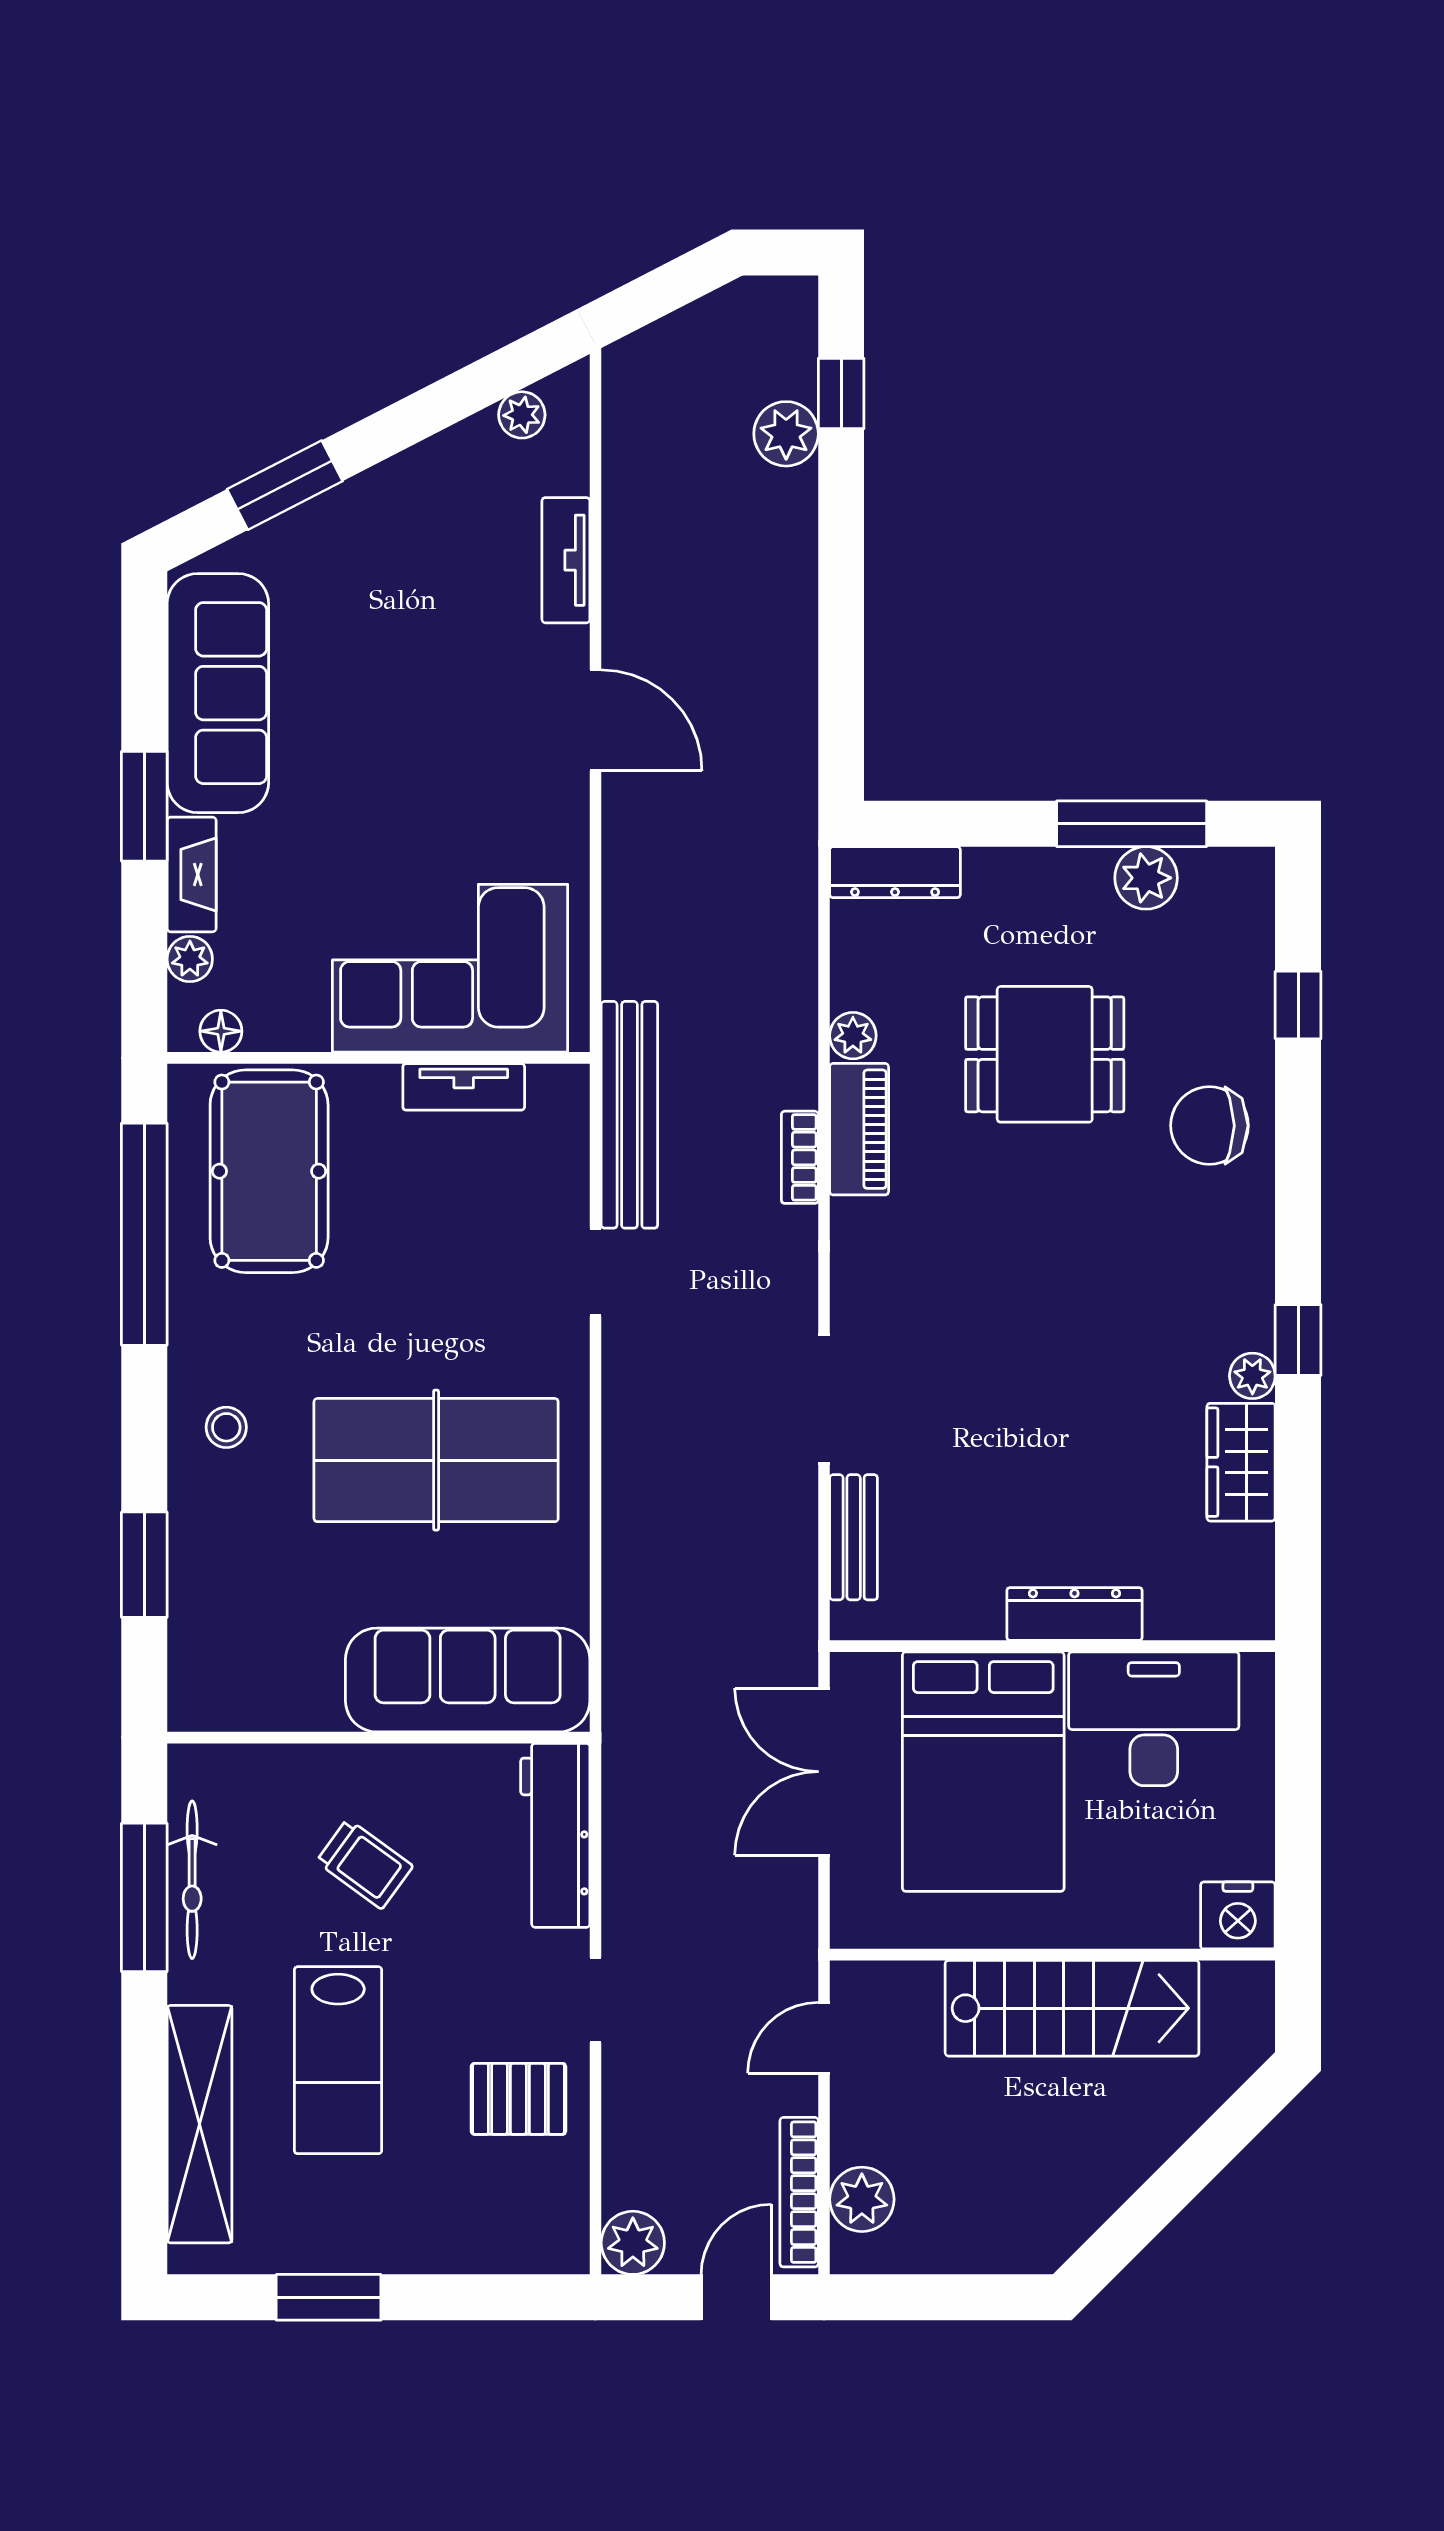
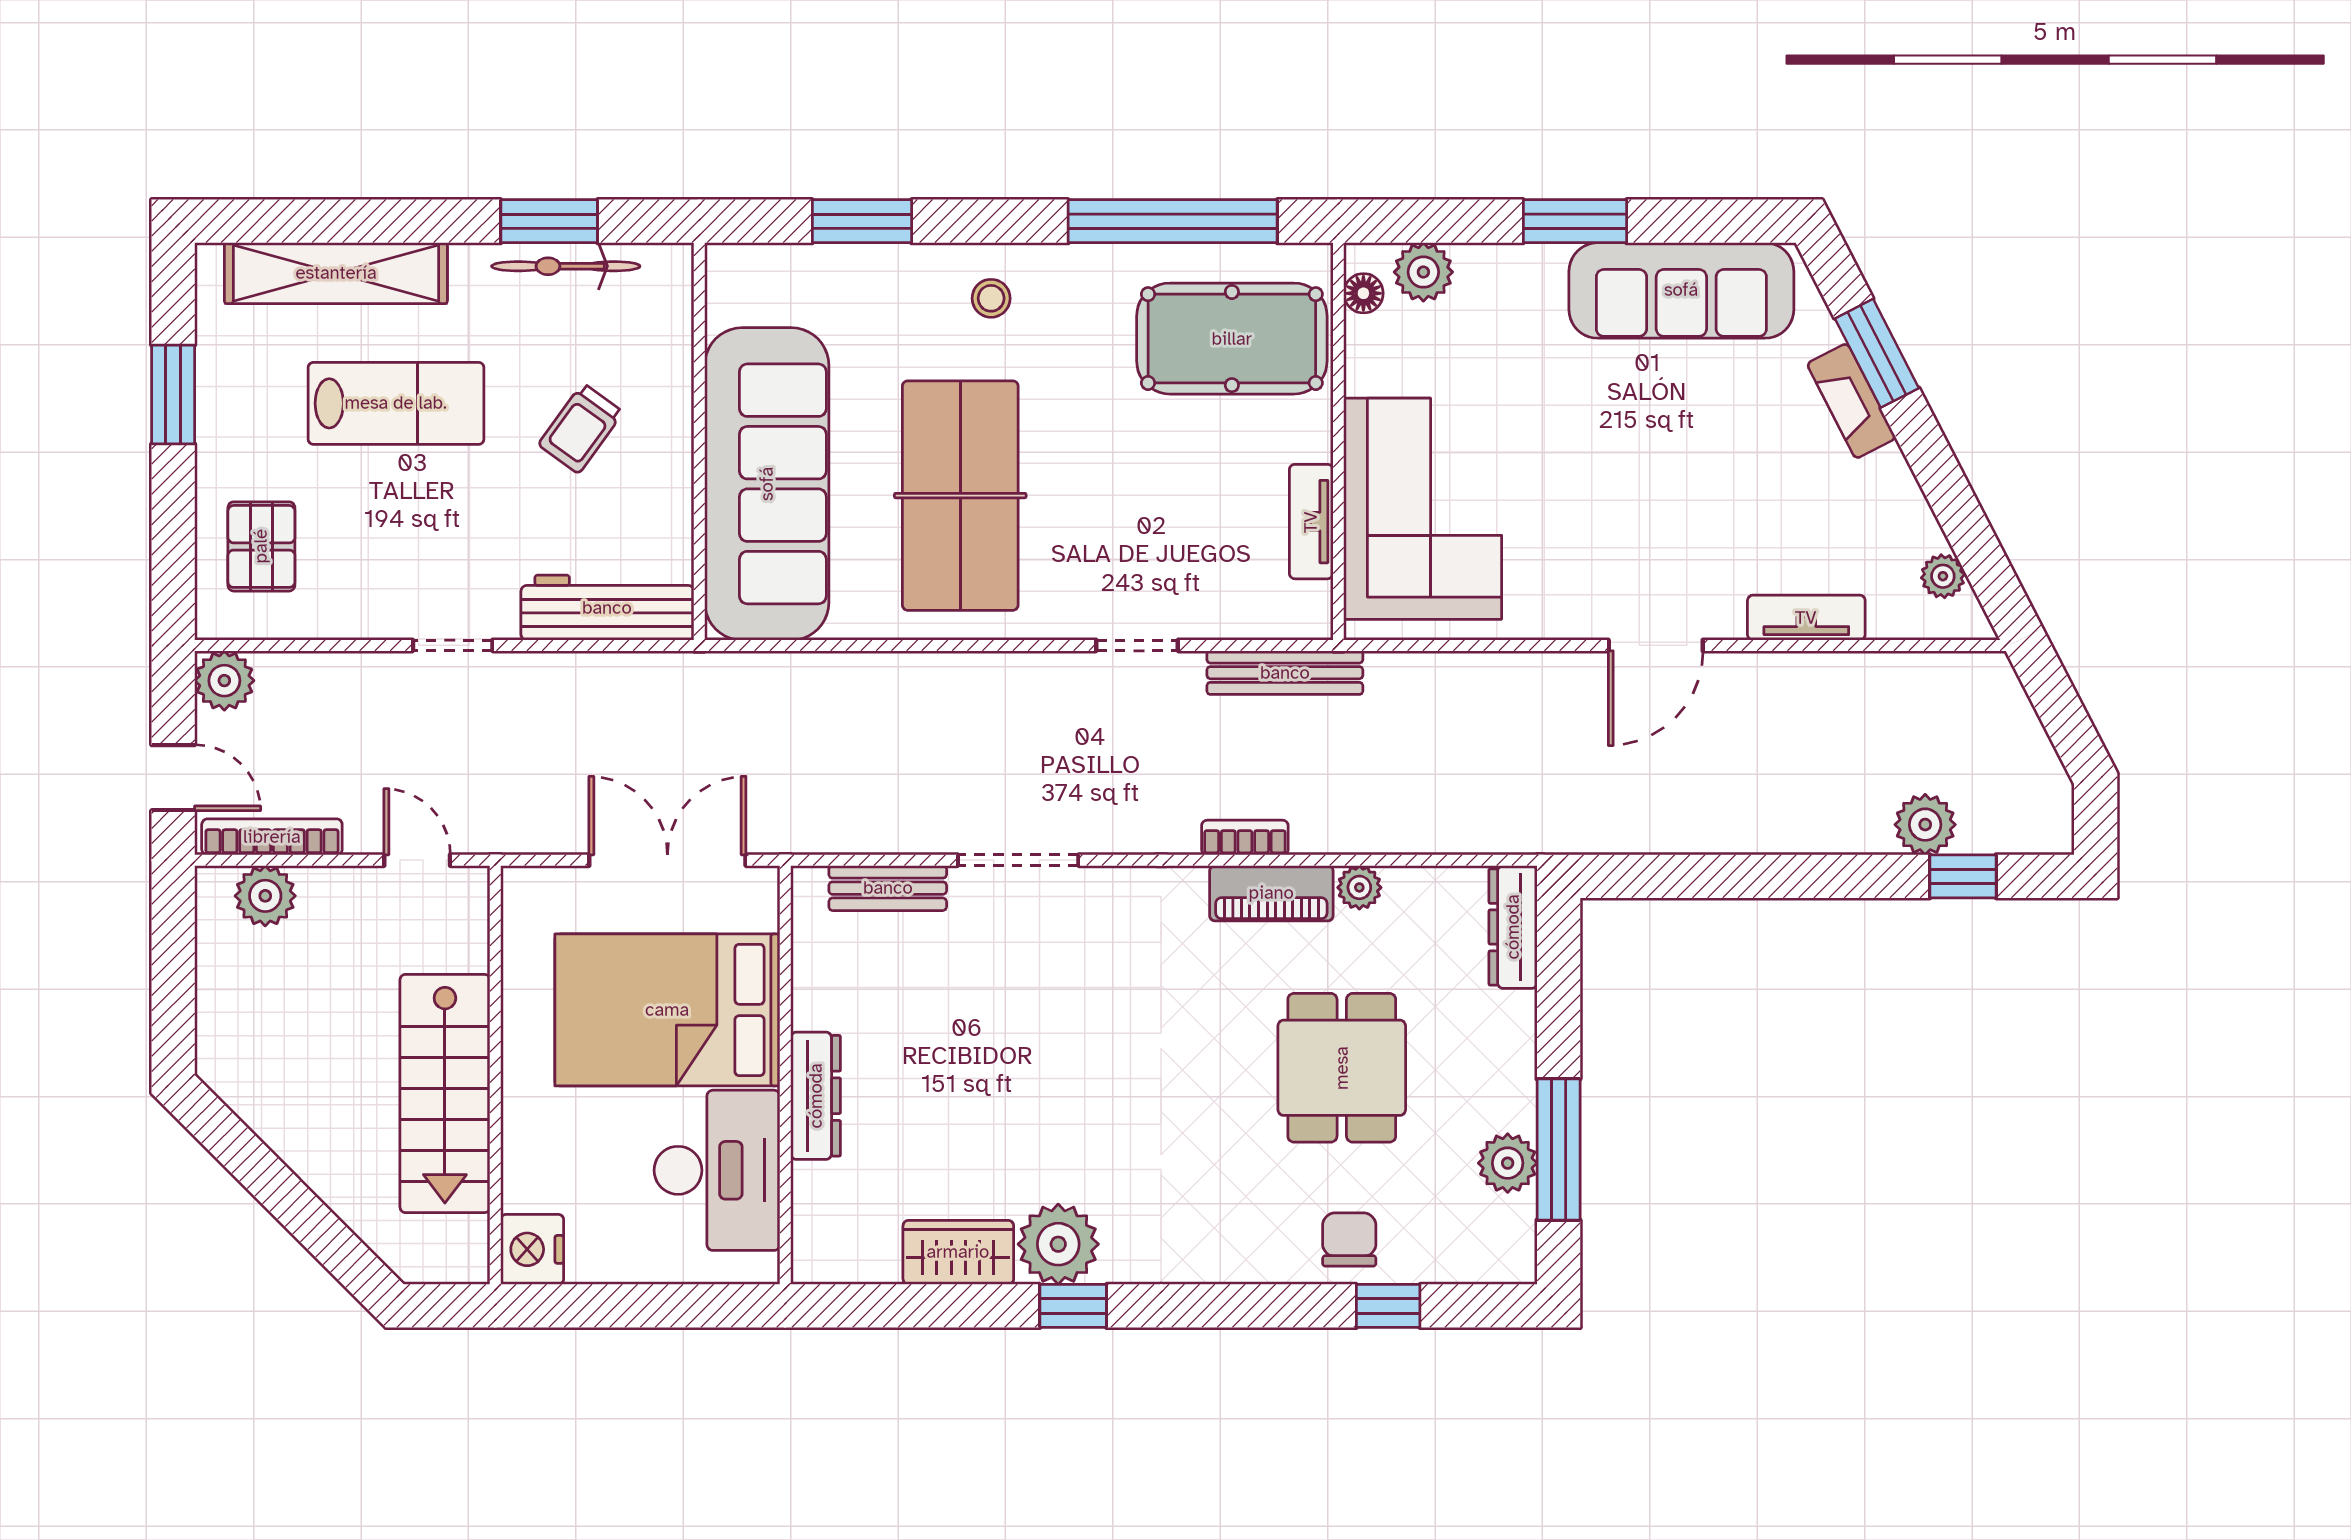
fireplace: (192, 874) -> (1851, 401), moved, turned 63
plant: (190, 959) -> (1423, 272), width x1.38, depth x1.38
bench: (629, 1115) -> (1285, 673), width x0.73, depth x0.82
chair: (1209, 1126) -> (1349, 1240), moved, width x0.73, depth x0.73
plant: (1252, 1376) -> (1058, 1244), width x1.88, depth x1.88
sofa: (468, 1680) -> (767, 484), width x1.36, depth x1.27
window: (144, 1897) -> (549, 221), width x0.69
lab bench: (338, 2060) -> (396, 403), turned 180
pallet: (518, 2099) -> (261, 546), moved

